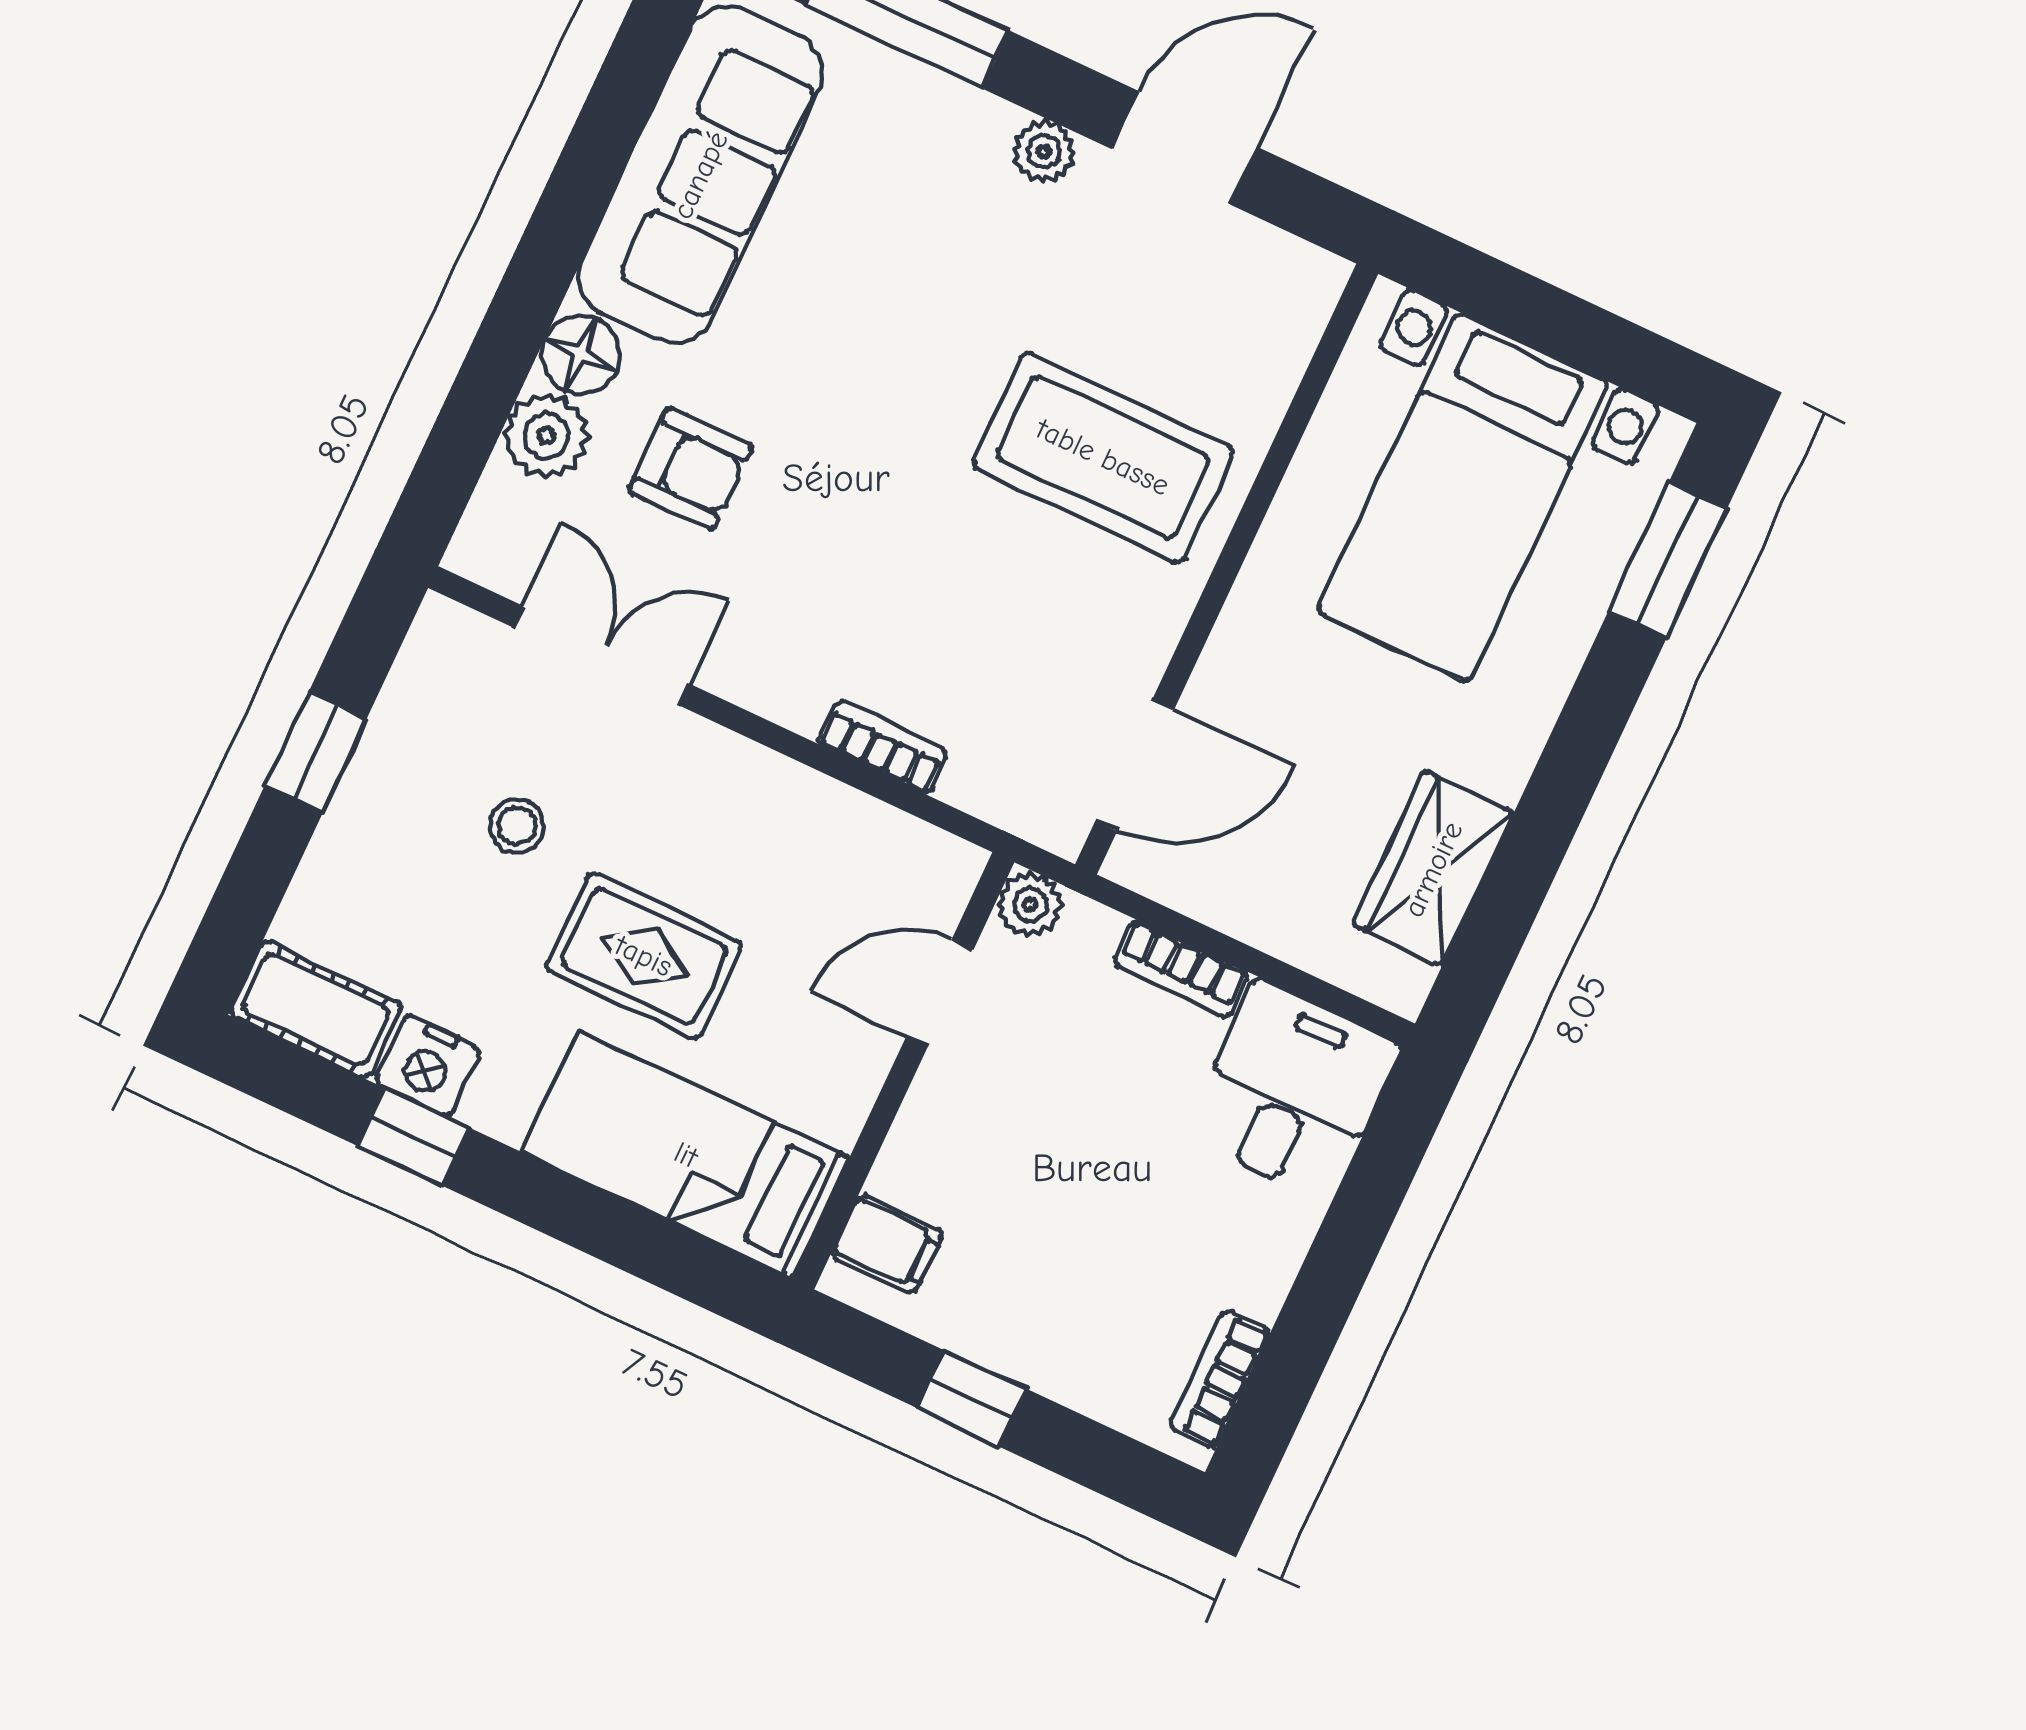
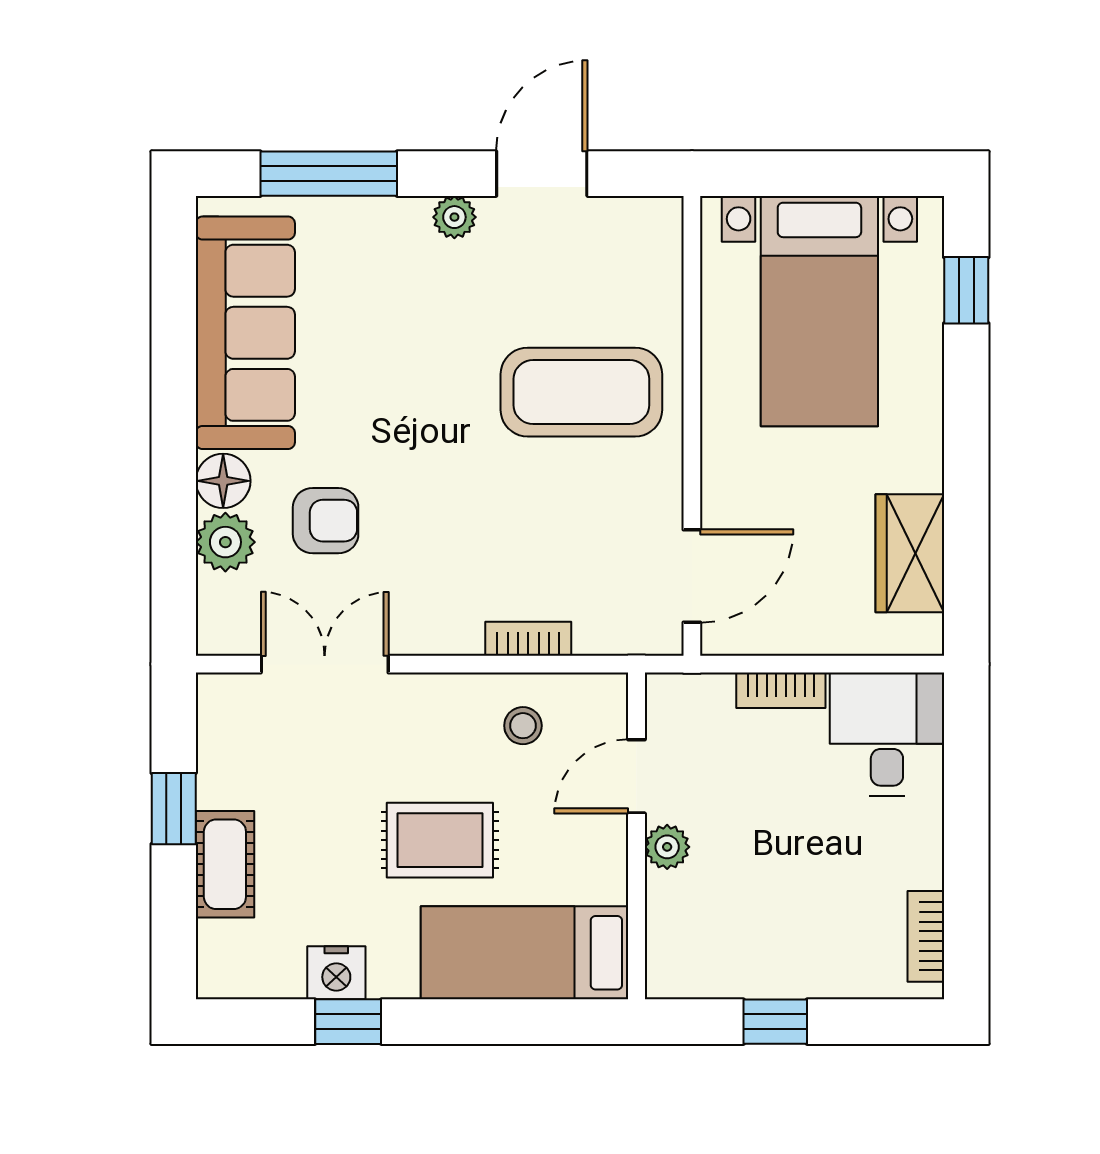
window: (1668, 560) -> (966, 290), width x0.67
stool: (517, 826) -> (523, 726), moved
plant: (1030, 905) -> (667, 847), moved
cot: (316, 1009) -> (225, 864), moved, turned 90
filing cabinet: (887, 1244) -> (677, 950), removed

